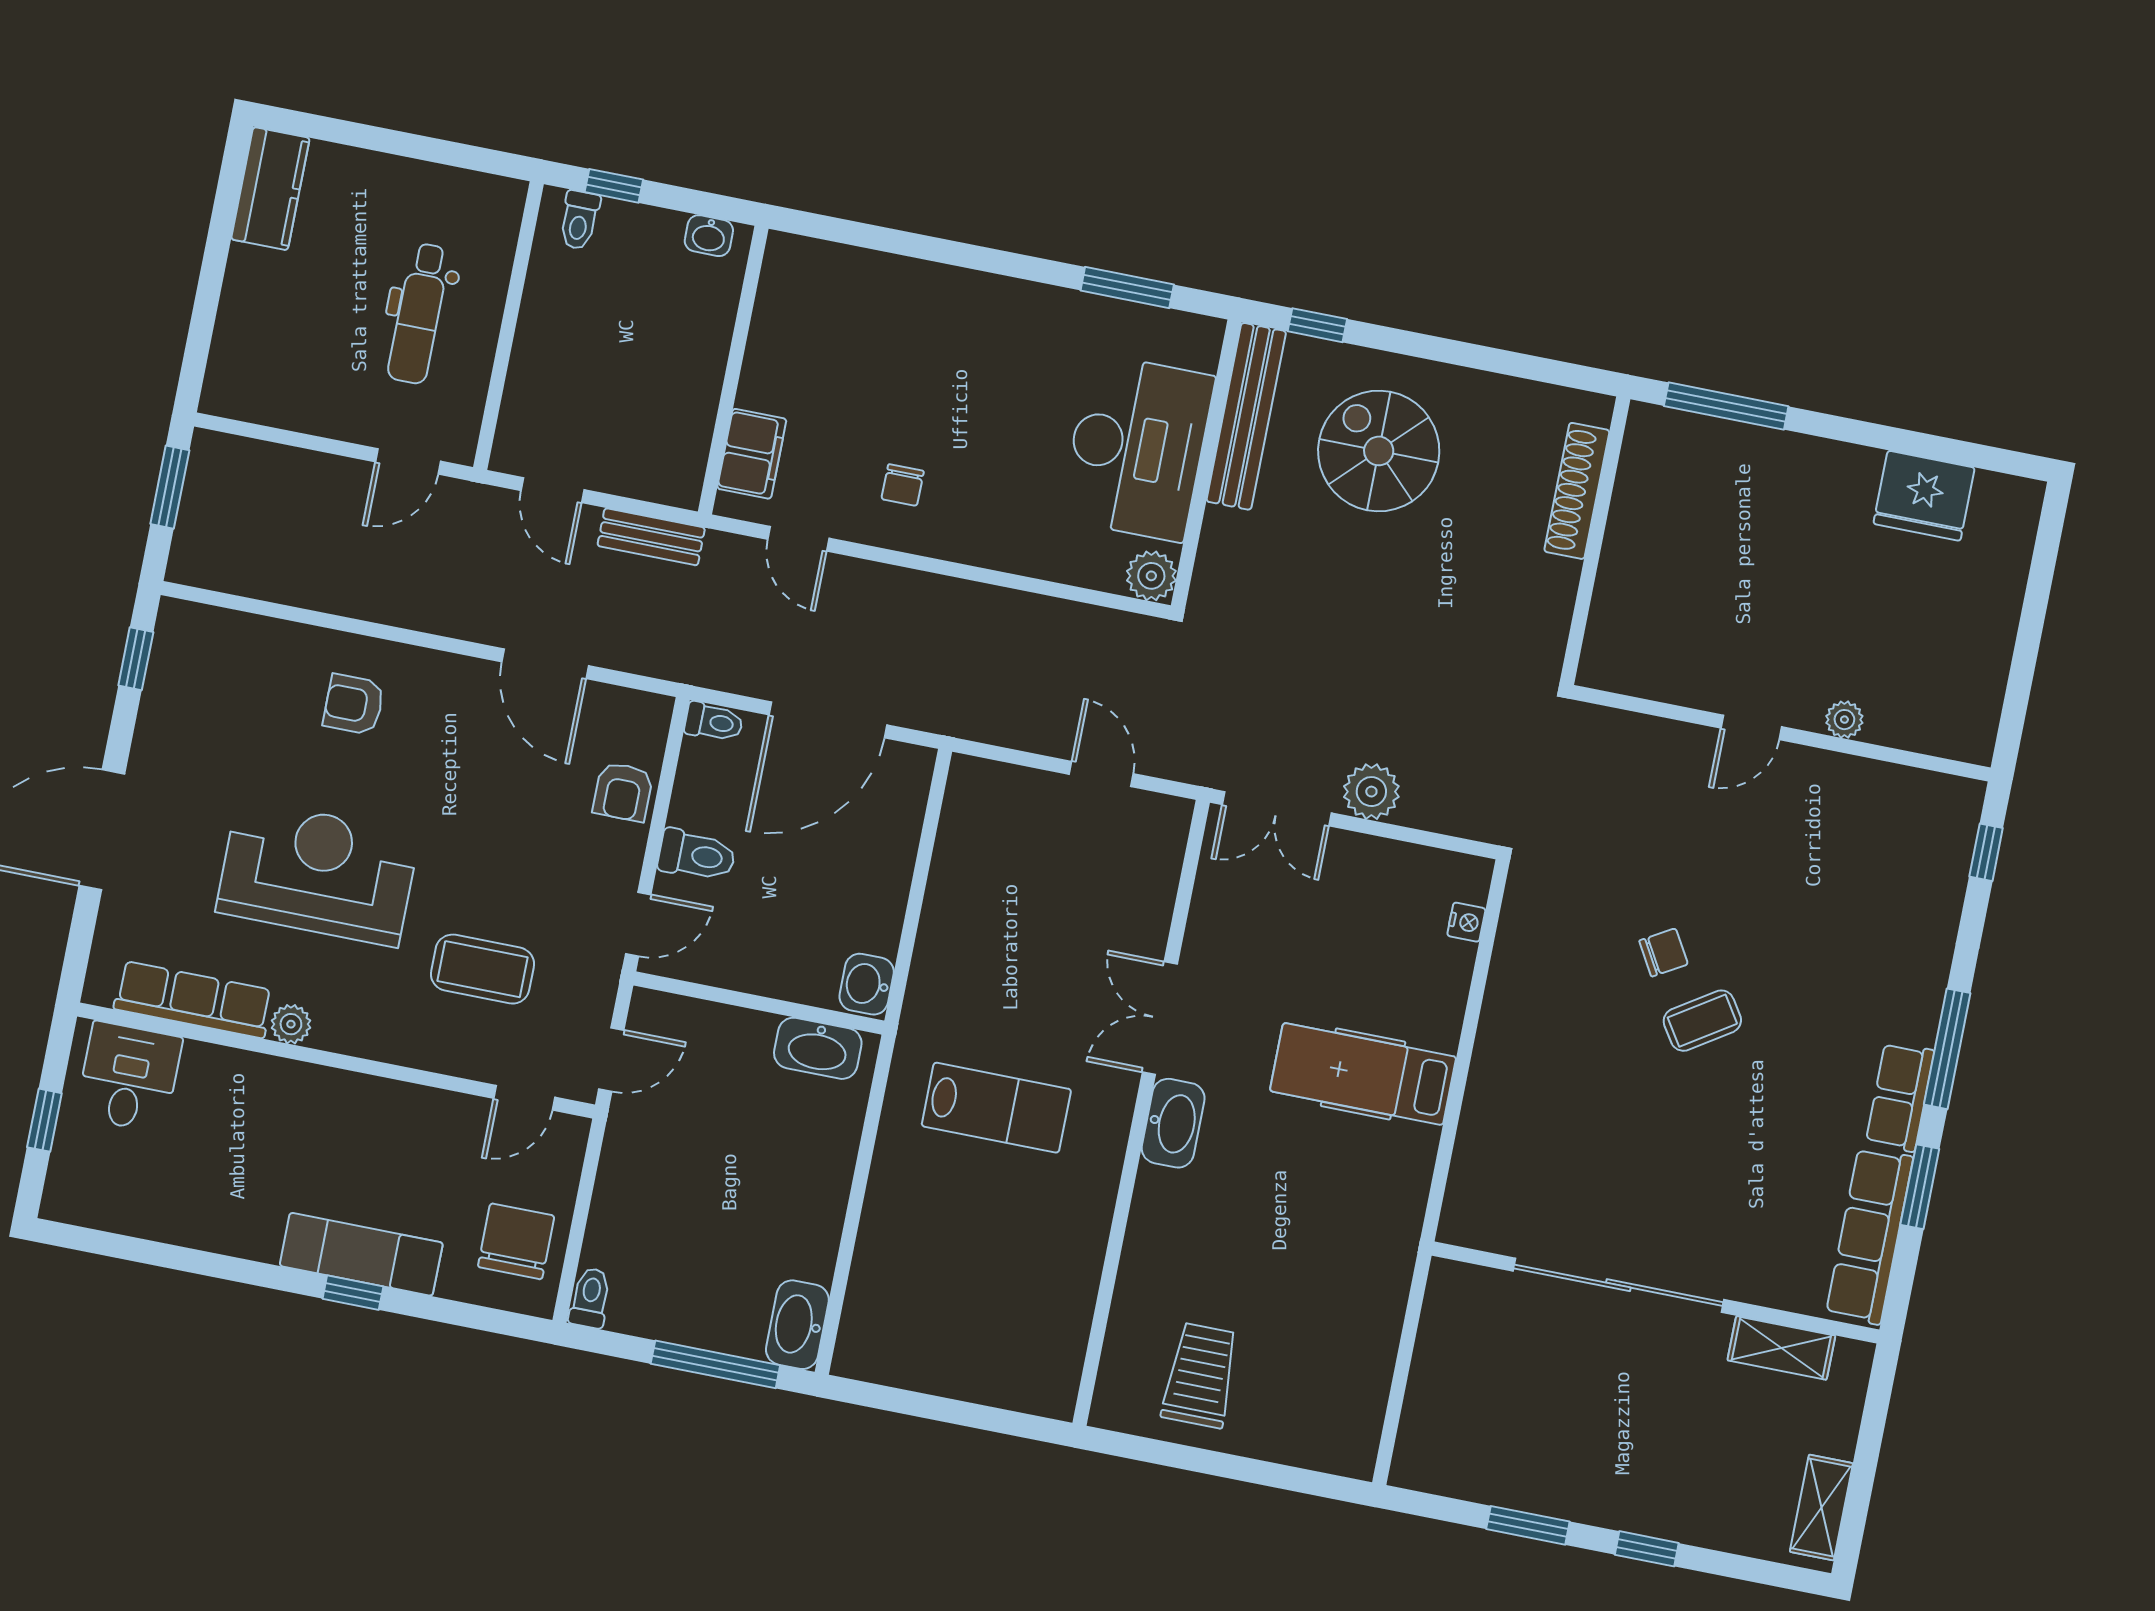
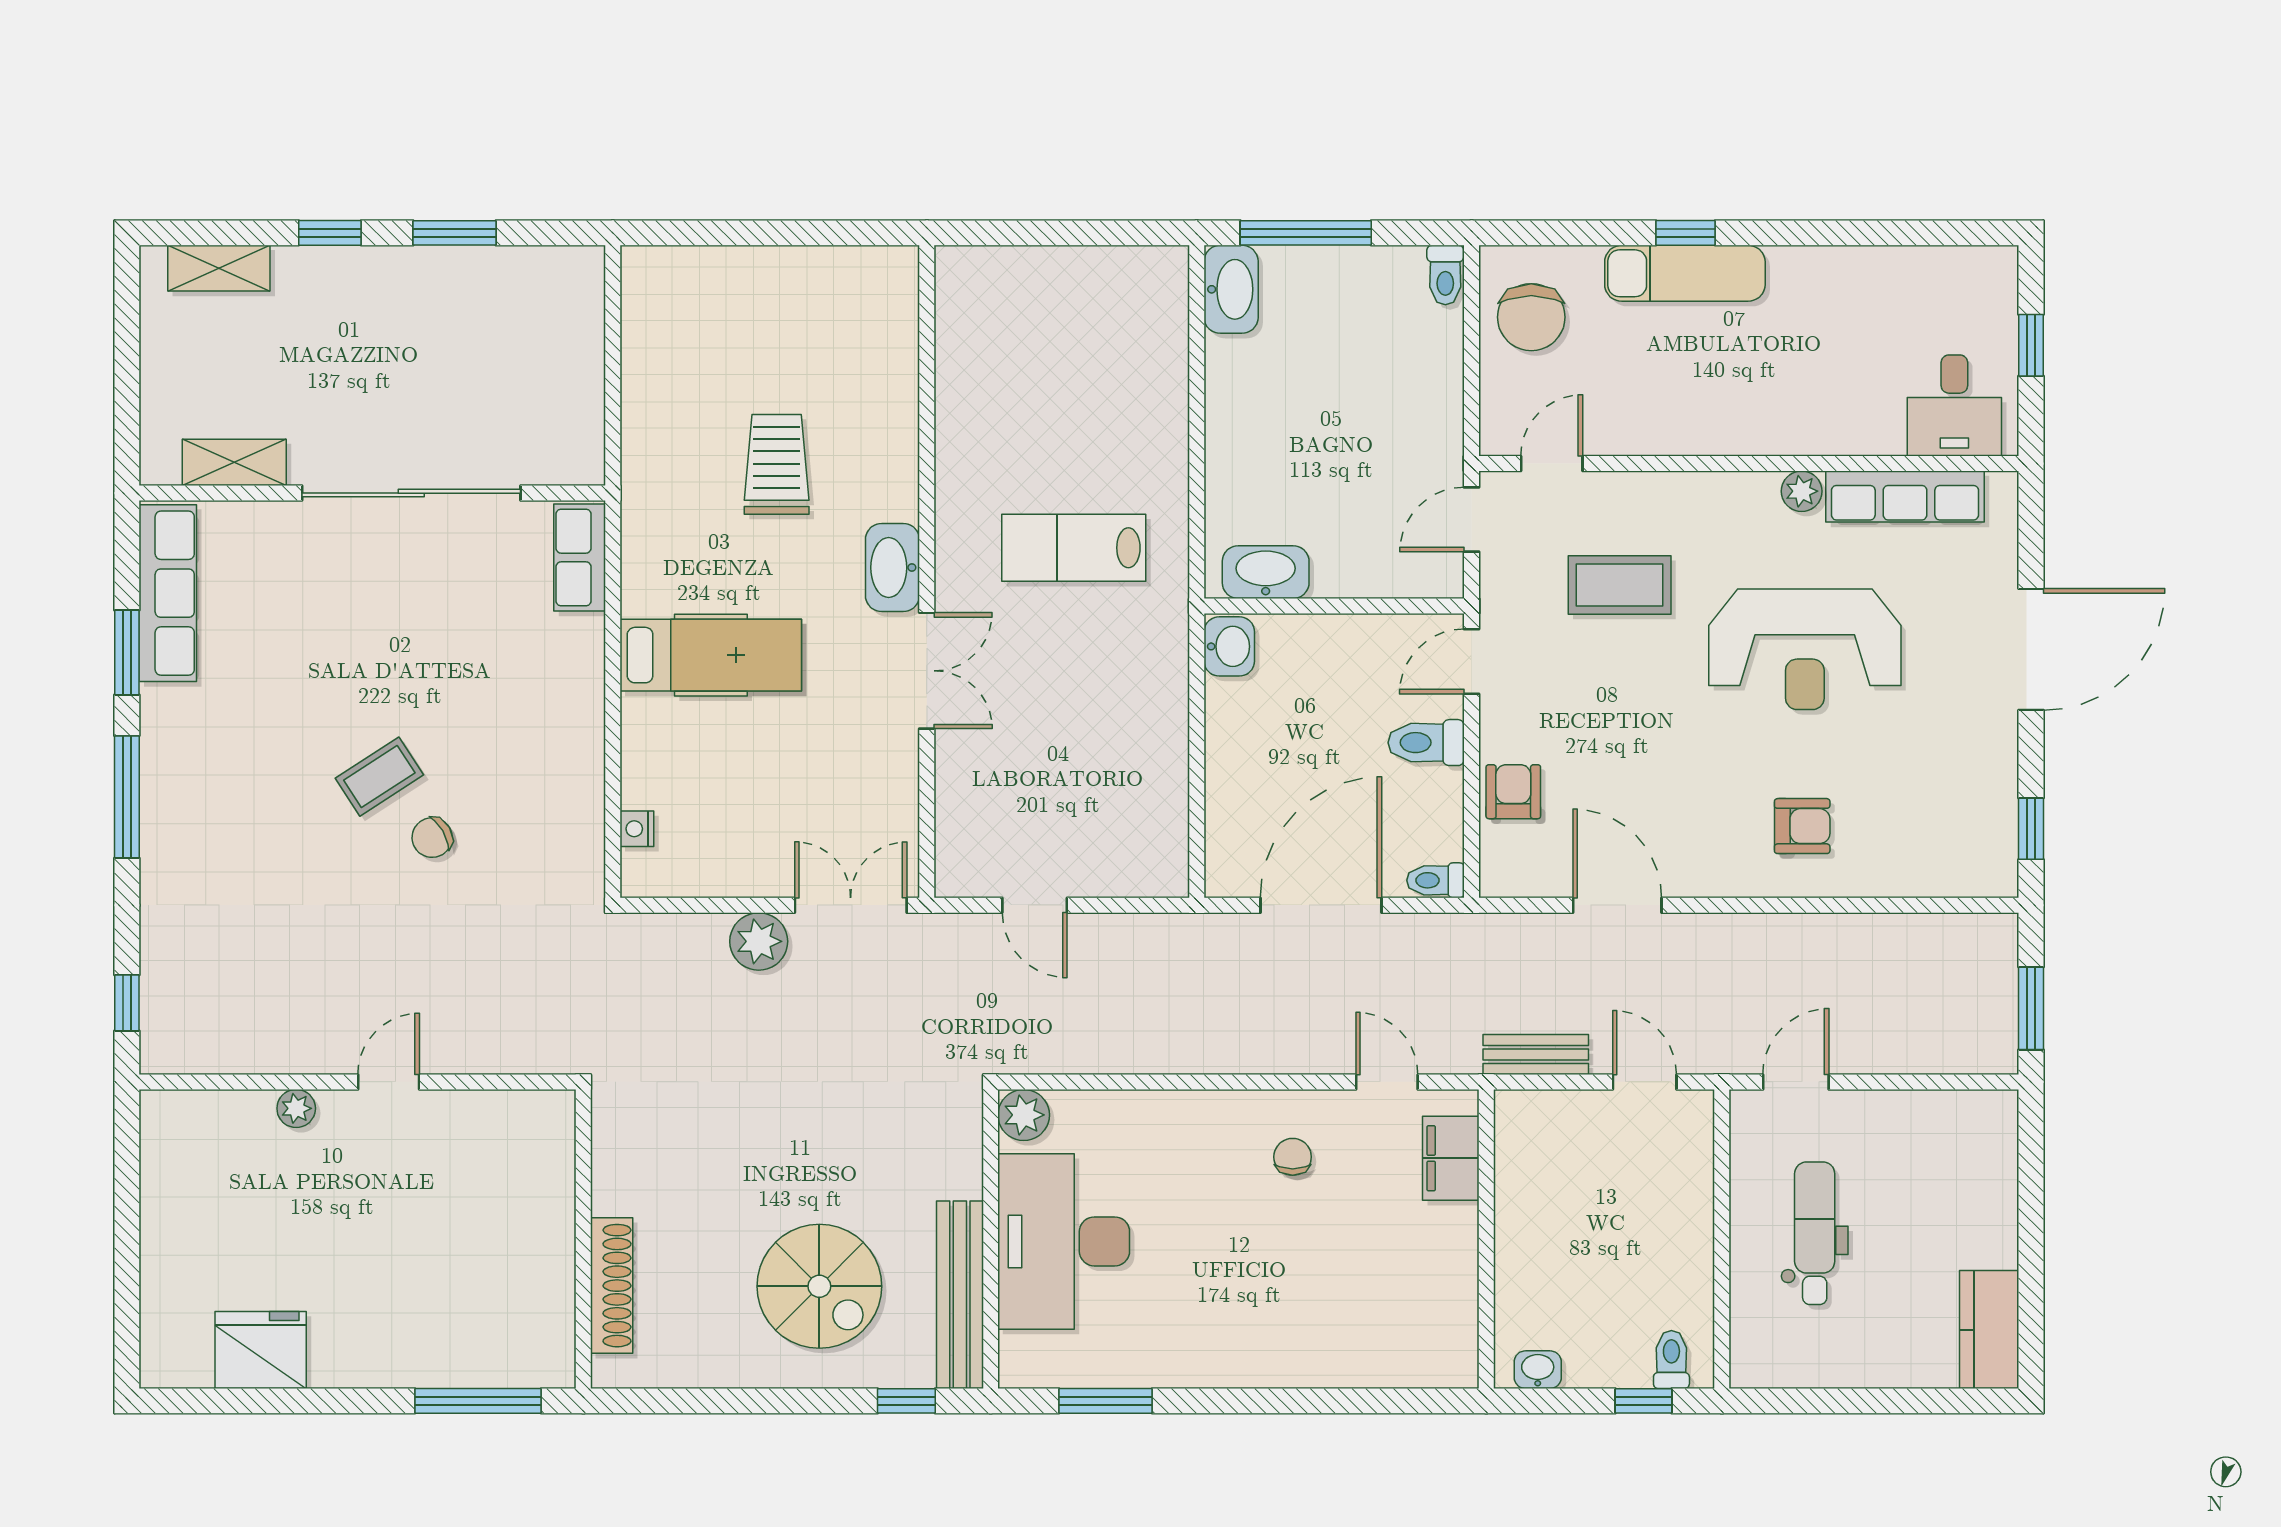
row of seats: (1900, 1097) -> (580, 557), moved, turned 180
trolley: (1200, 1375) -> (777, 464), moved, turned 180
shelving: (1821, 1508) -> (219, 268), moved, turned 90

